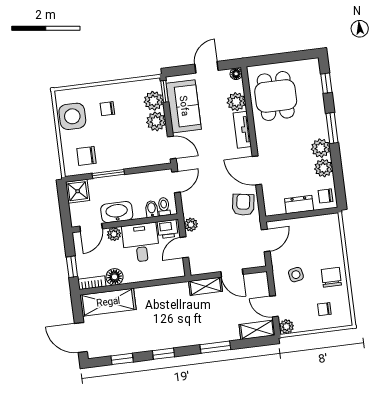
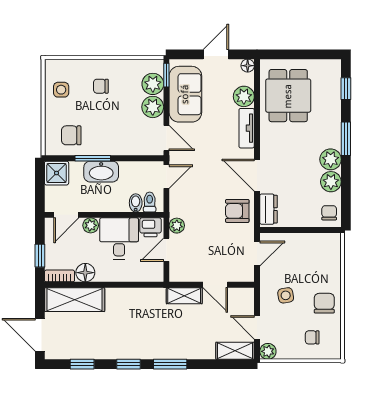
side table: (72, 116) -> (61, 90), width x0.54, depth x0.54
chair: (325, 196) -> (329, 213), turned 90
armchair: (243, 205) -> (237, 211), turned -99
dresser: (299, 205) -> (268, 209), moved, turned 90
washbasin: (117, 212) -> (101, 172), moved, turned 180
window: (215, 347) -> (170, 364), moved

